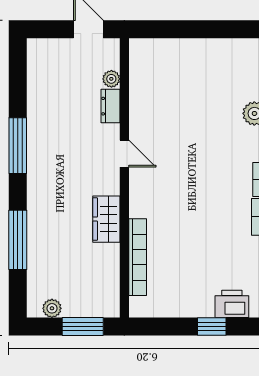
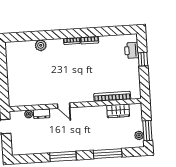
door: (124, 154) -> (64, 106), swing flipped
wardrobe: (106, 219) -> (118, 111), moved
window: (83, 327) -> (147, 131), moved

